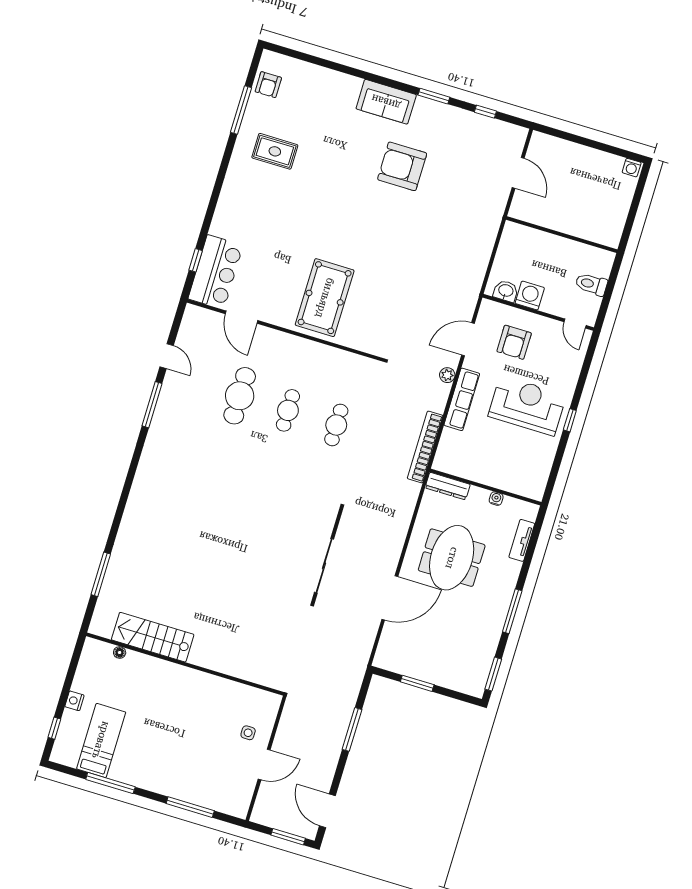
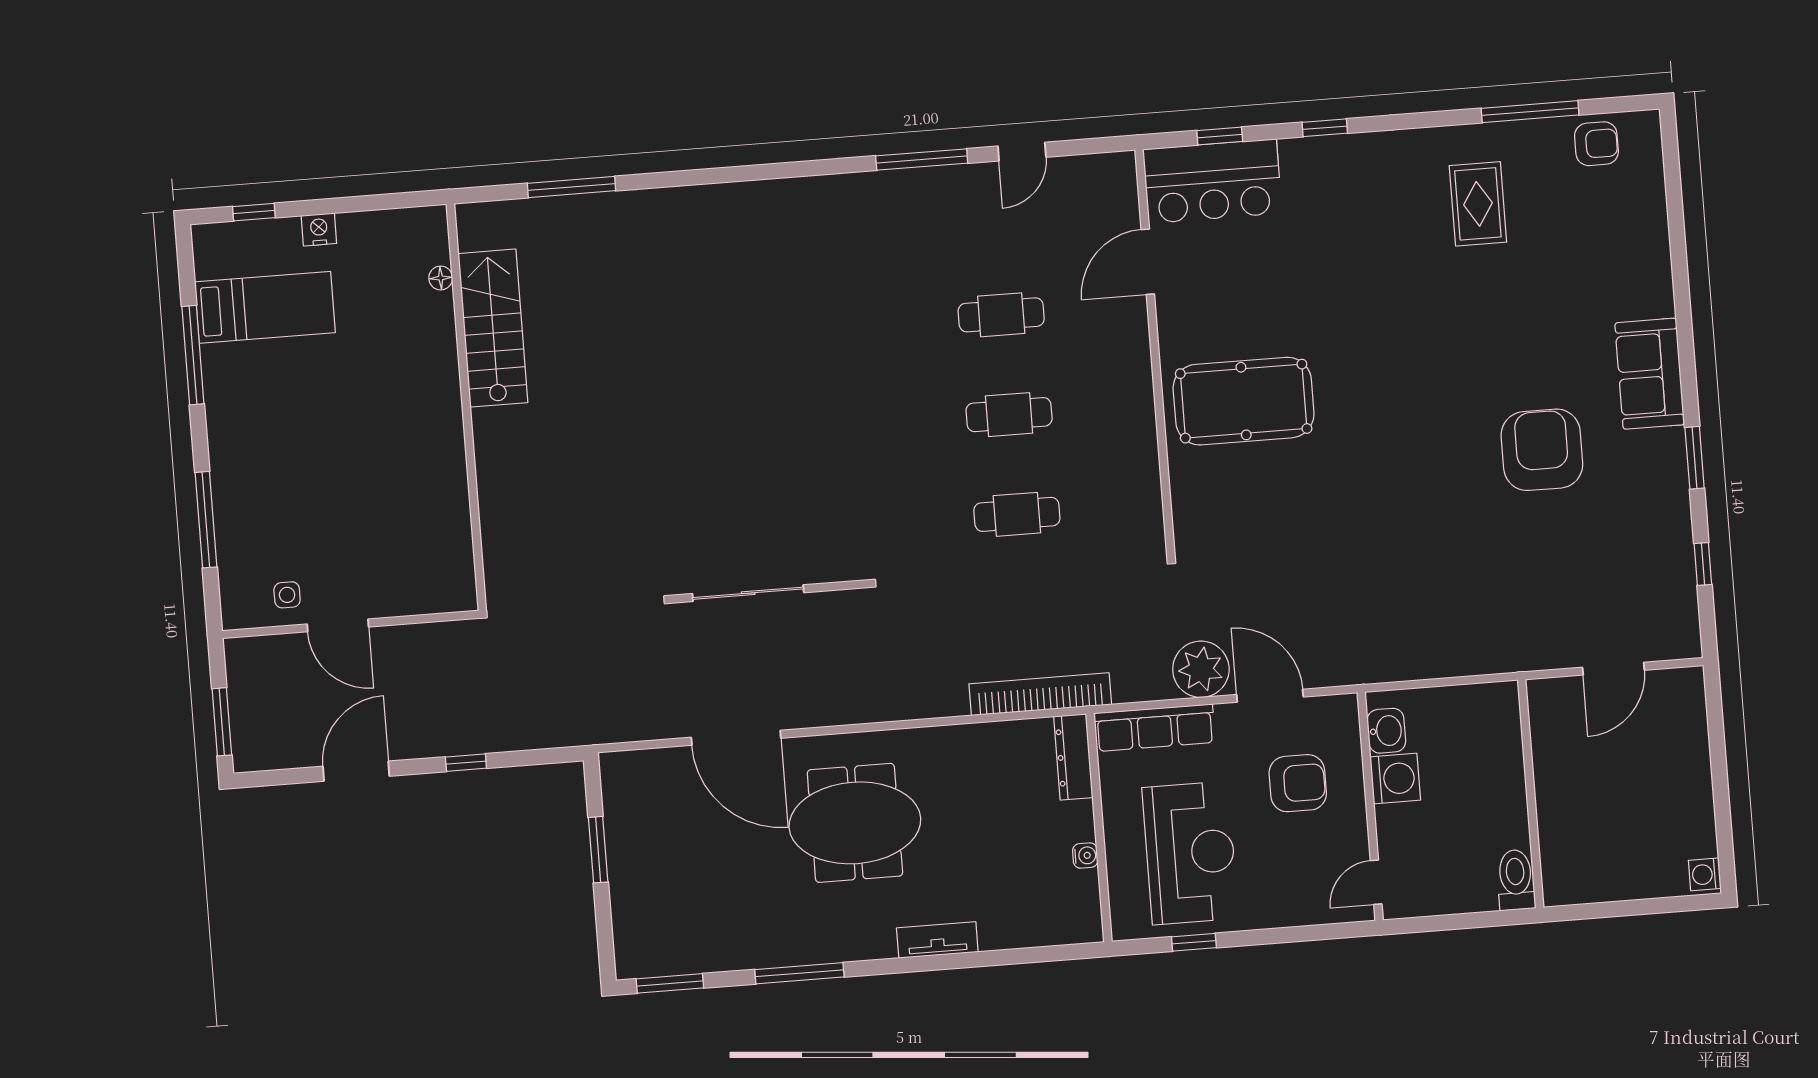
armchair: (268, 85) -> (1596, 144), turned 180
window: (211, 209) -> (1325, 128), added
toilet: (591, 284) -> (1516, 880), moved
armchair: (514, 342) -> (1298, 783), turned 180
plant: (447, 375) -> (1201, 669), width x1.88, depth x1.88
cafe table: (240, 396) -> (1001, 315), width x0.73, depth x0.74
dresser: (448, 486) -> (1073, 757), moved
wall: (486, 487) -> (1099, 828), moved
water cooler: (496, 499) -> (1085, 856), moved
window: (352, 729) -> (466, 763), width x0.46
side table: (248, 733) -> (287, 595), moved
door: (327, 811) -> (356, 771), moved

